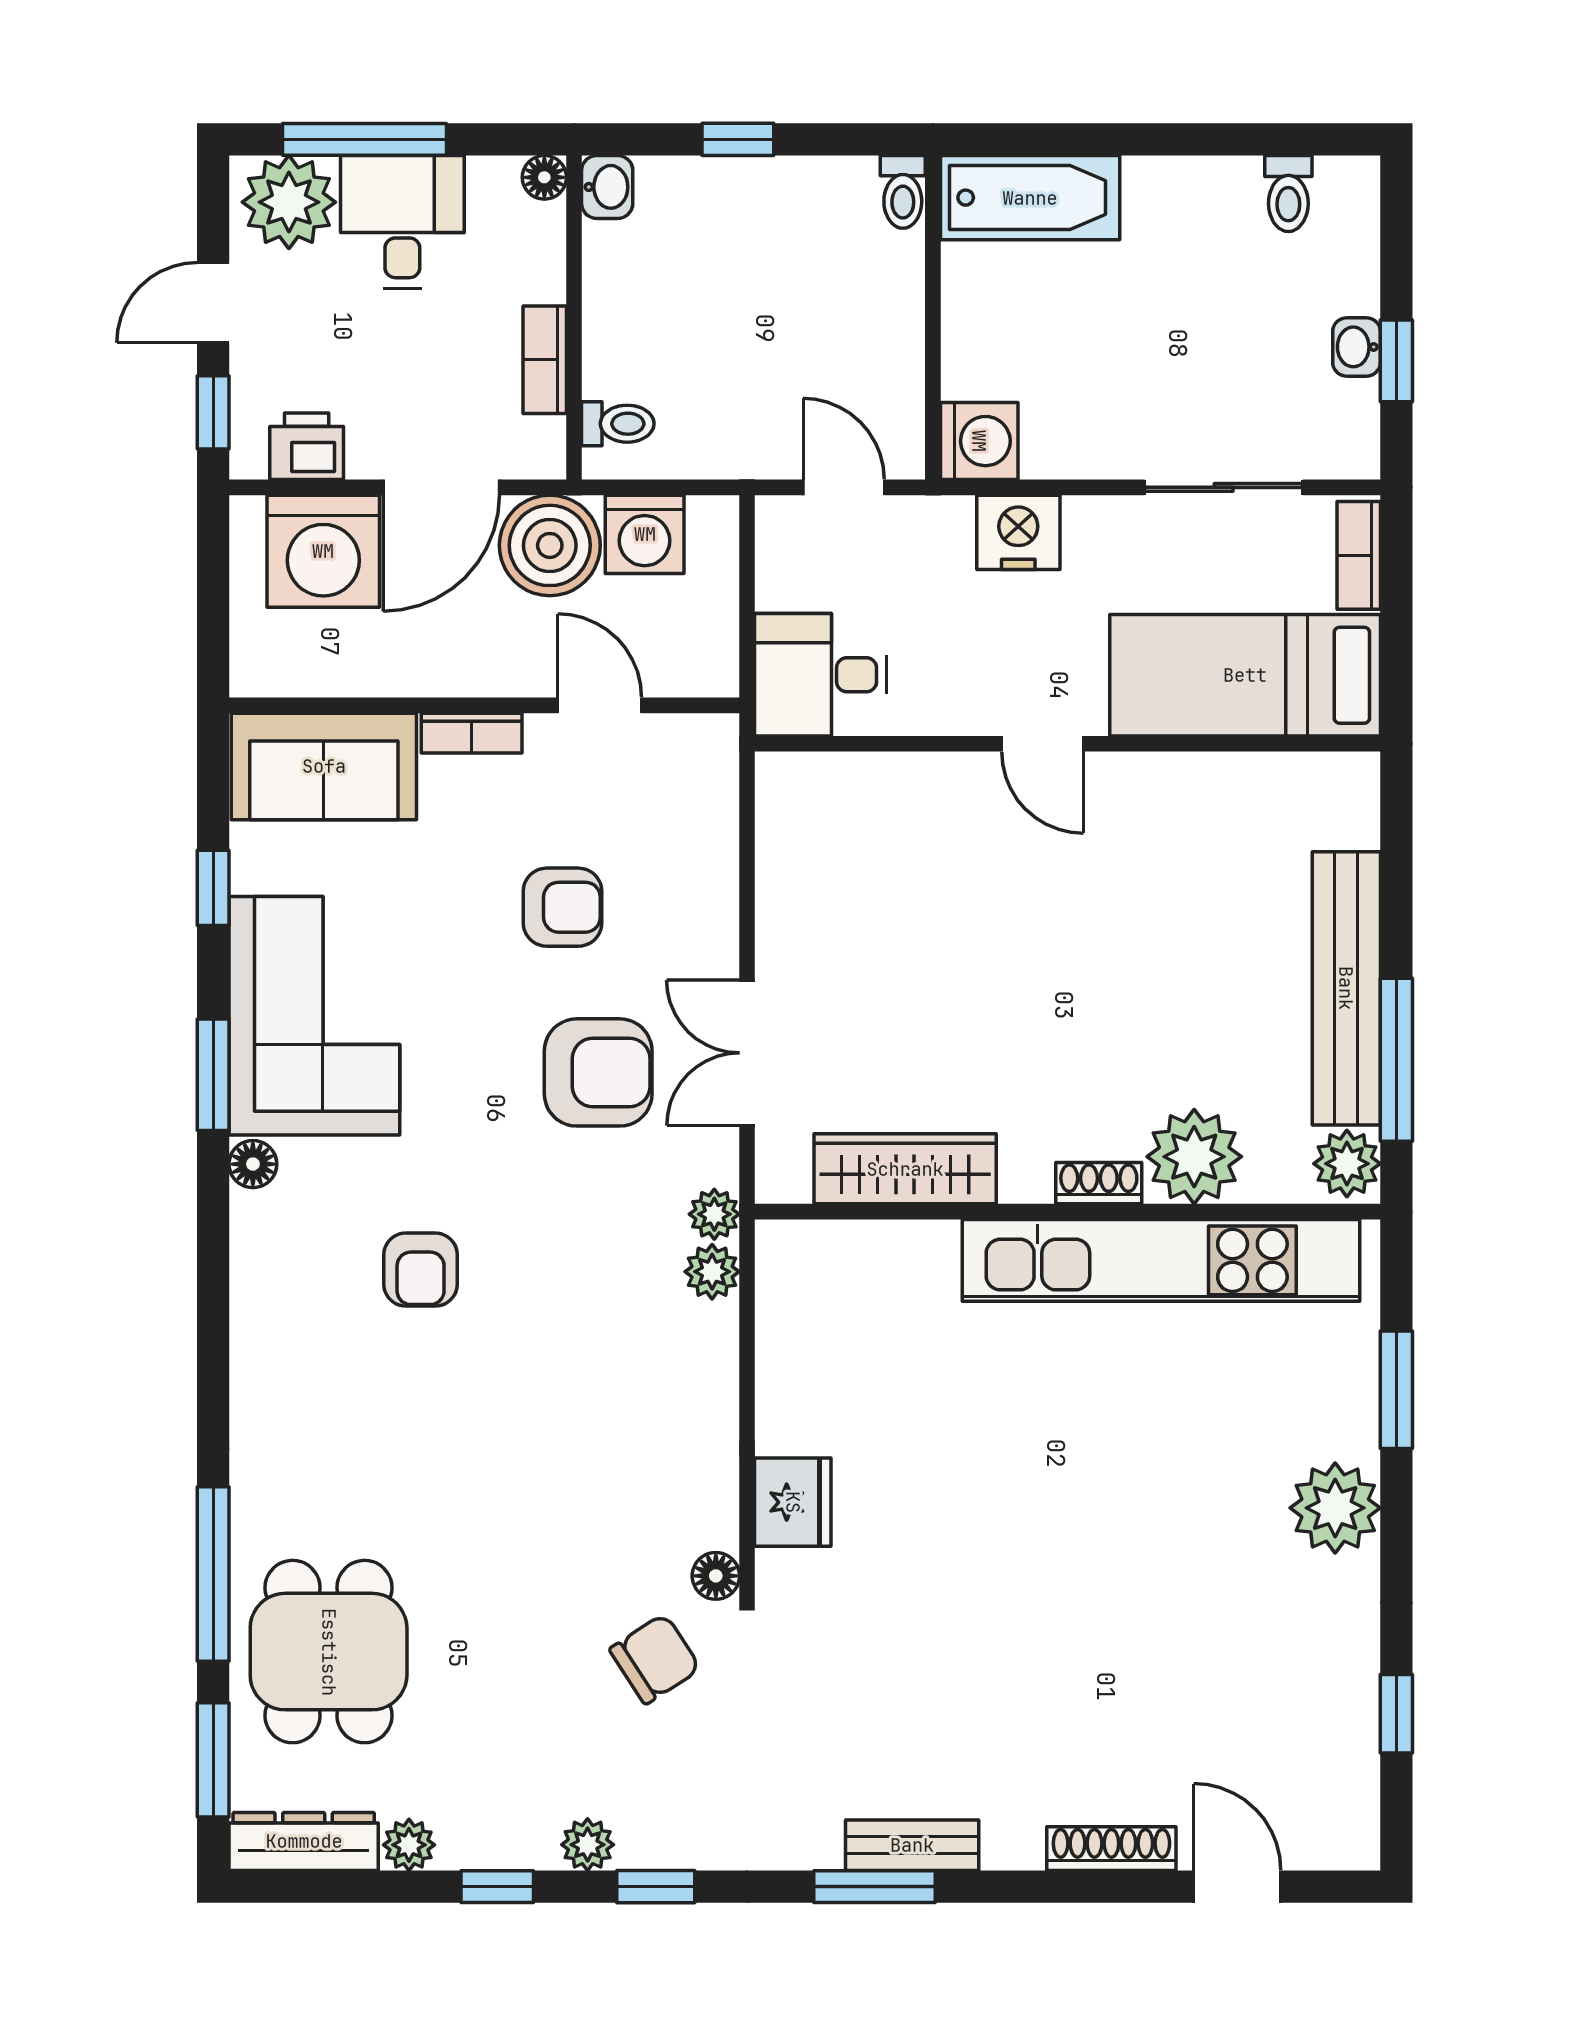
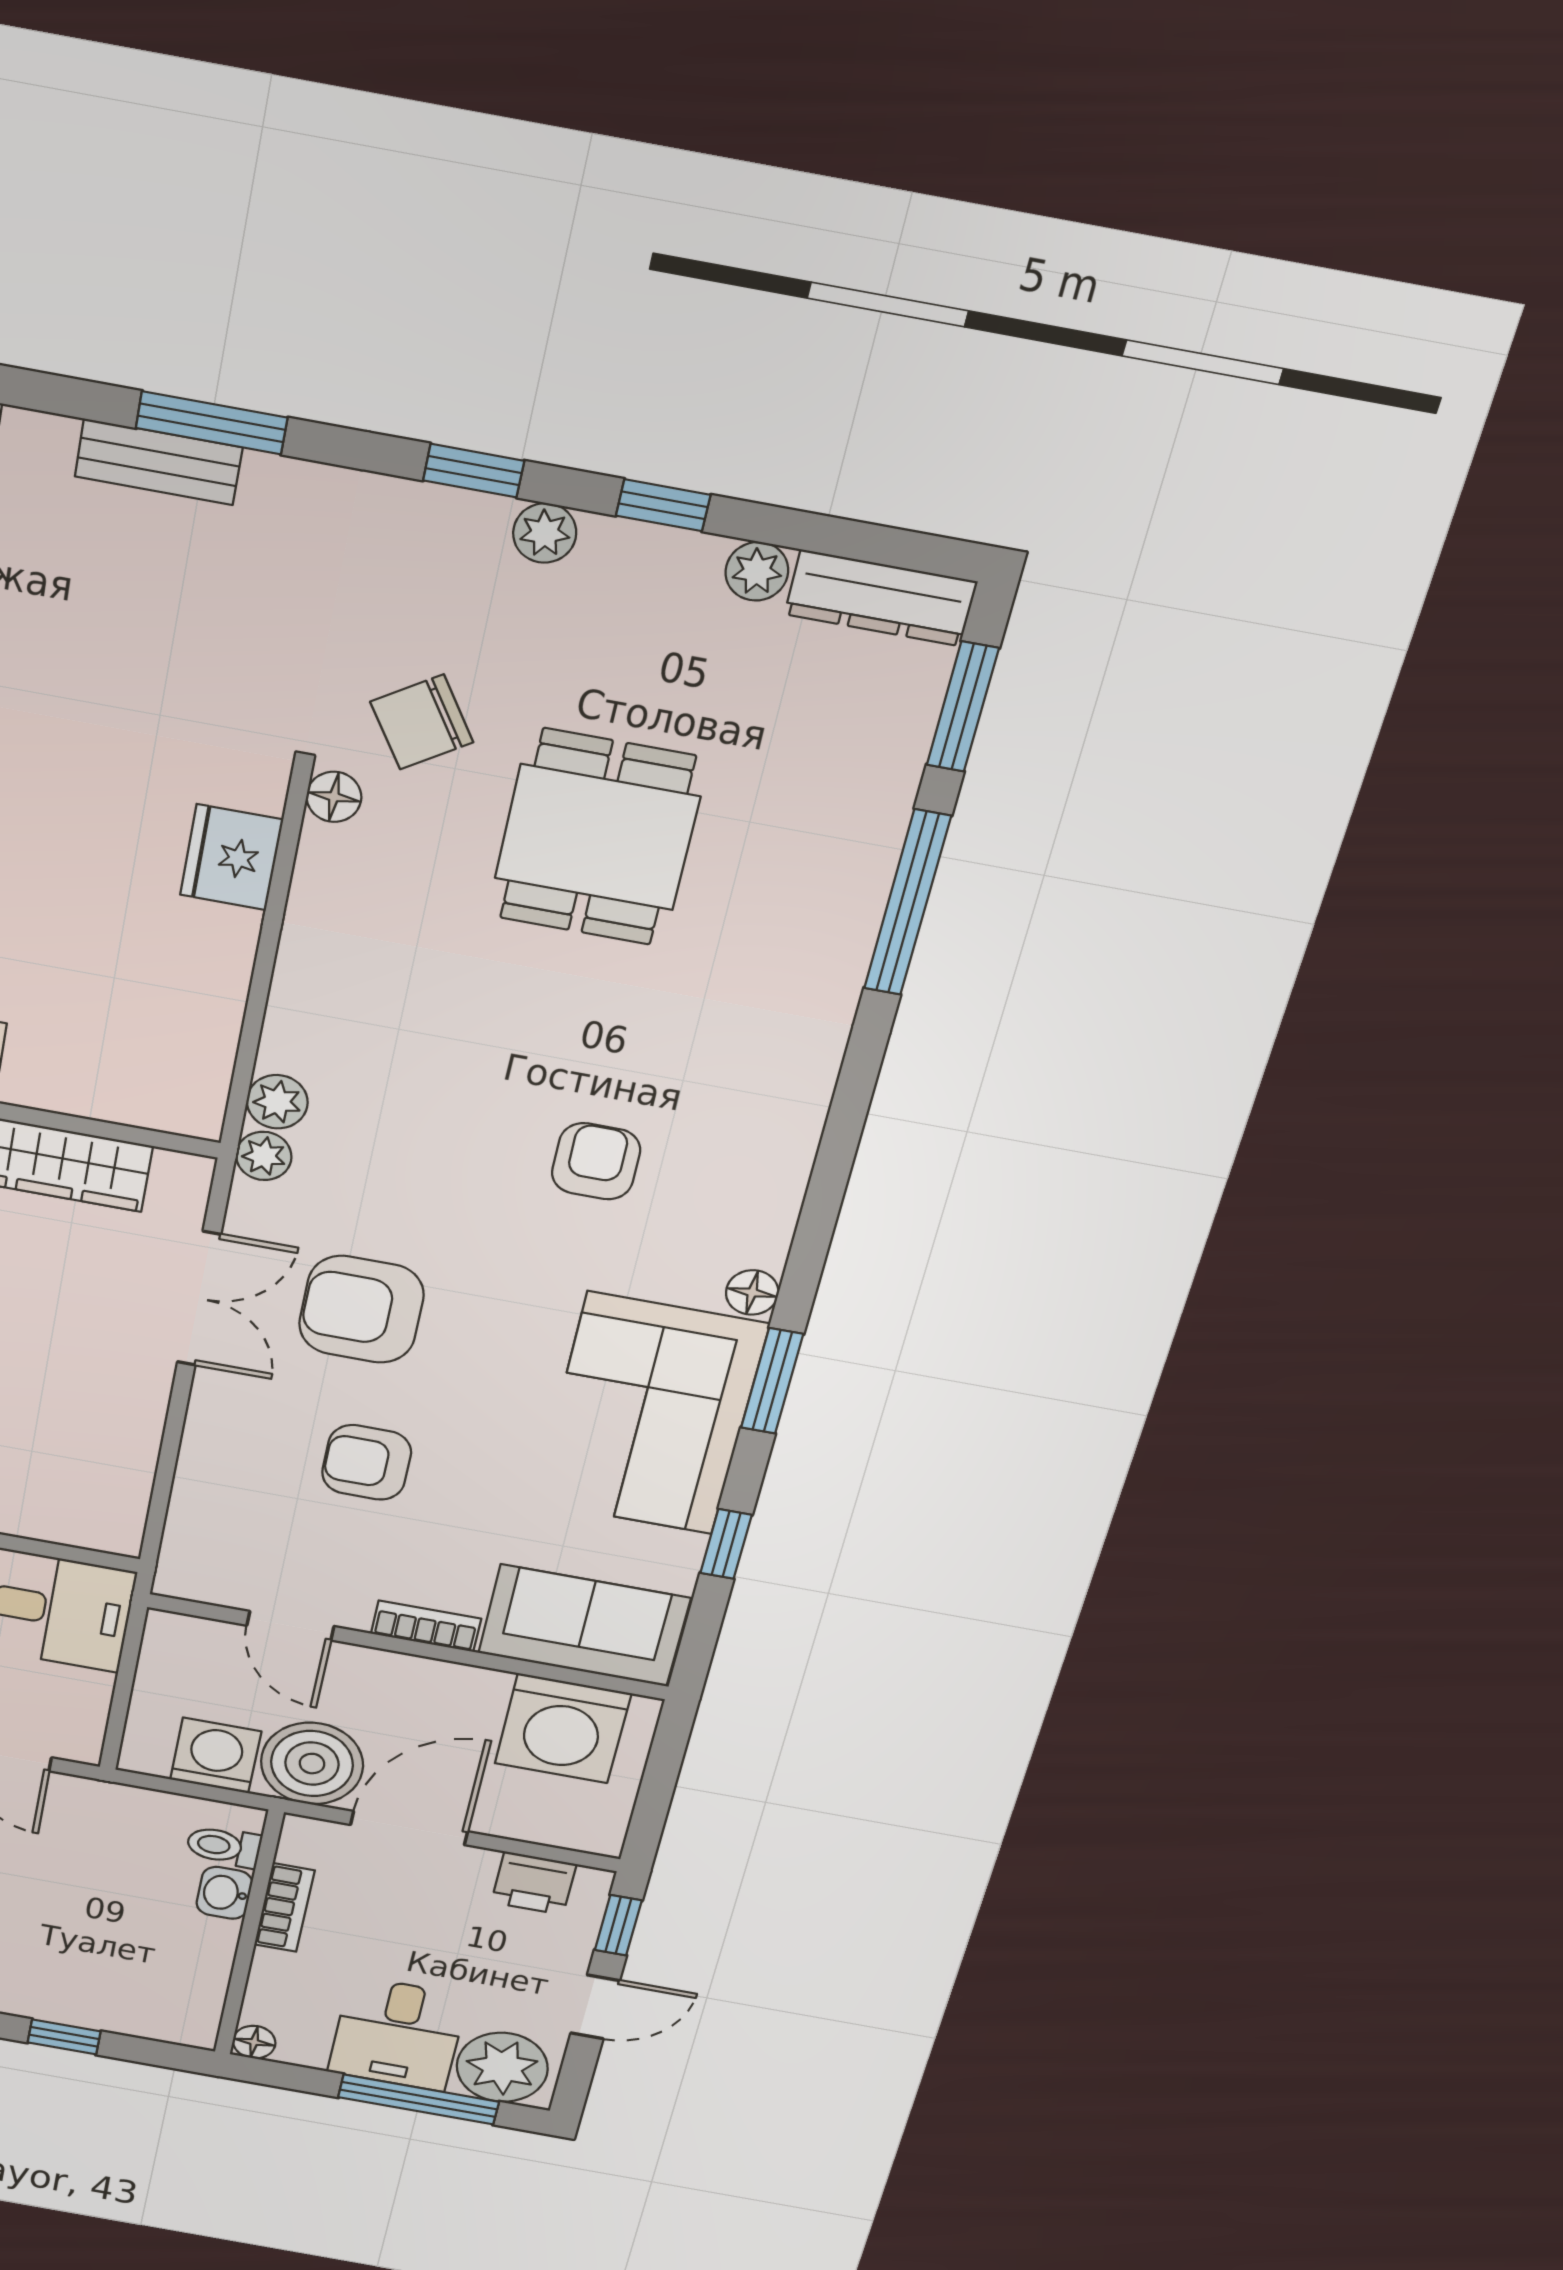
washbasin: (607, 187) -> (224, 1893), moved
washing machine: (323, 551) -> (563, 1728), moved, turned 180
dining table: (329, 1652) -> (597, 837), moved

